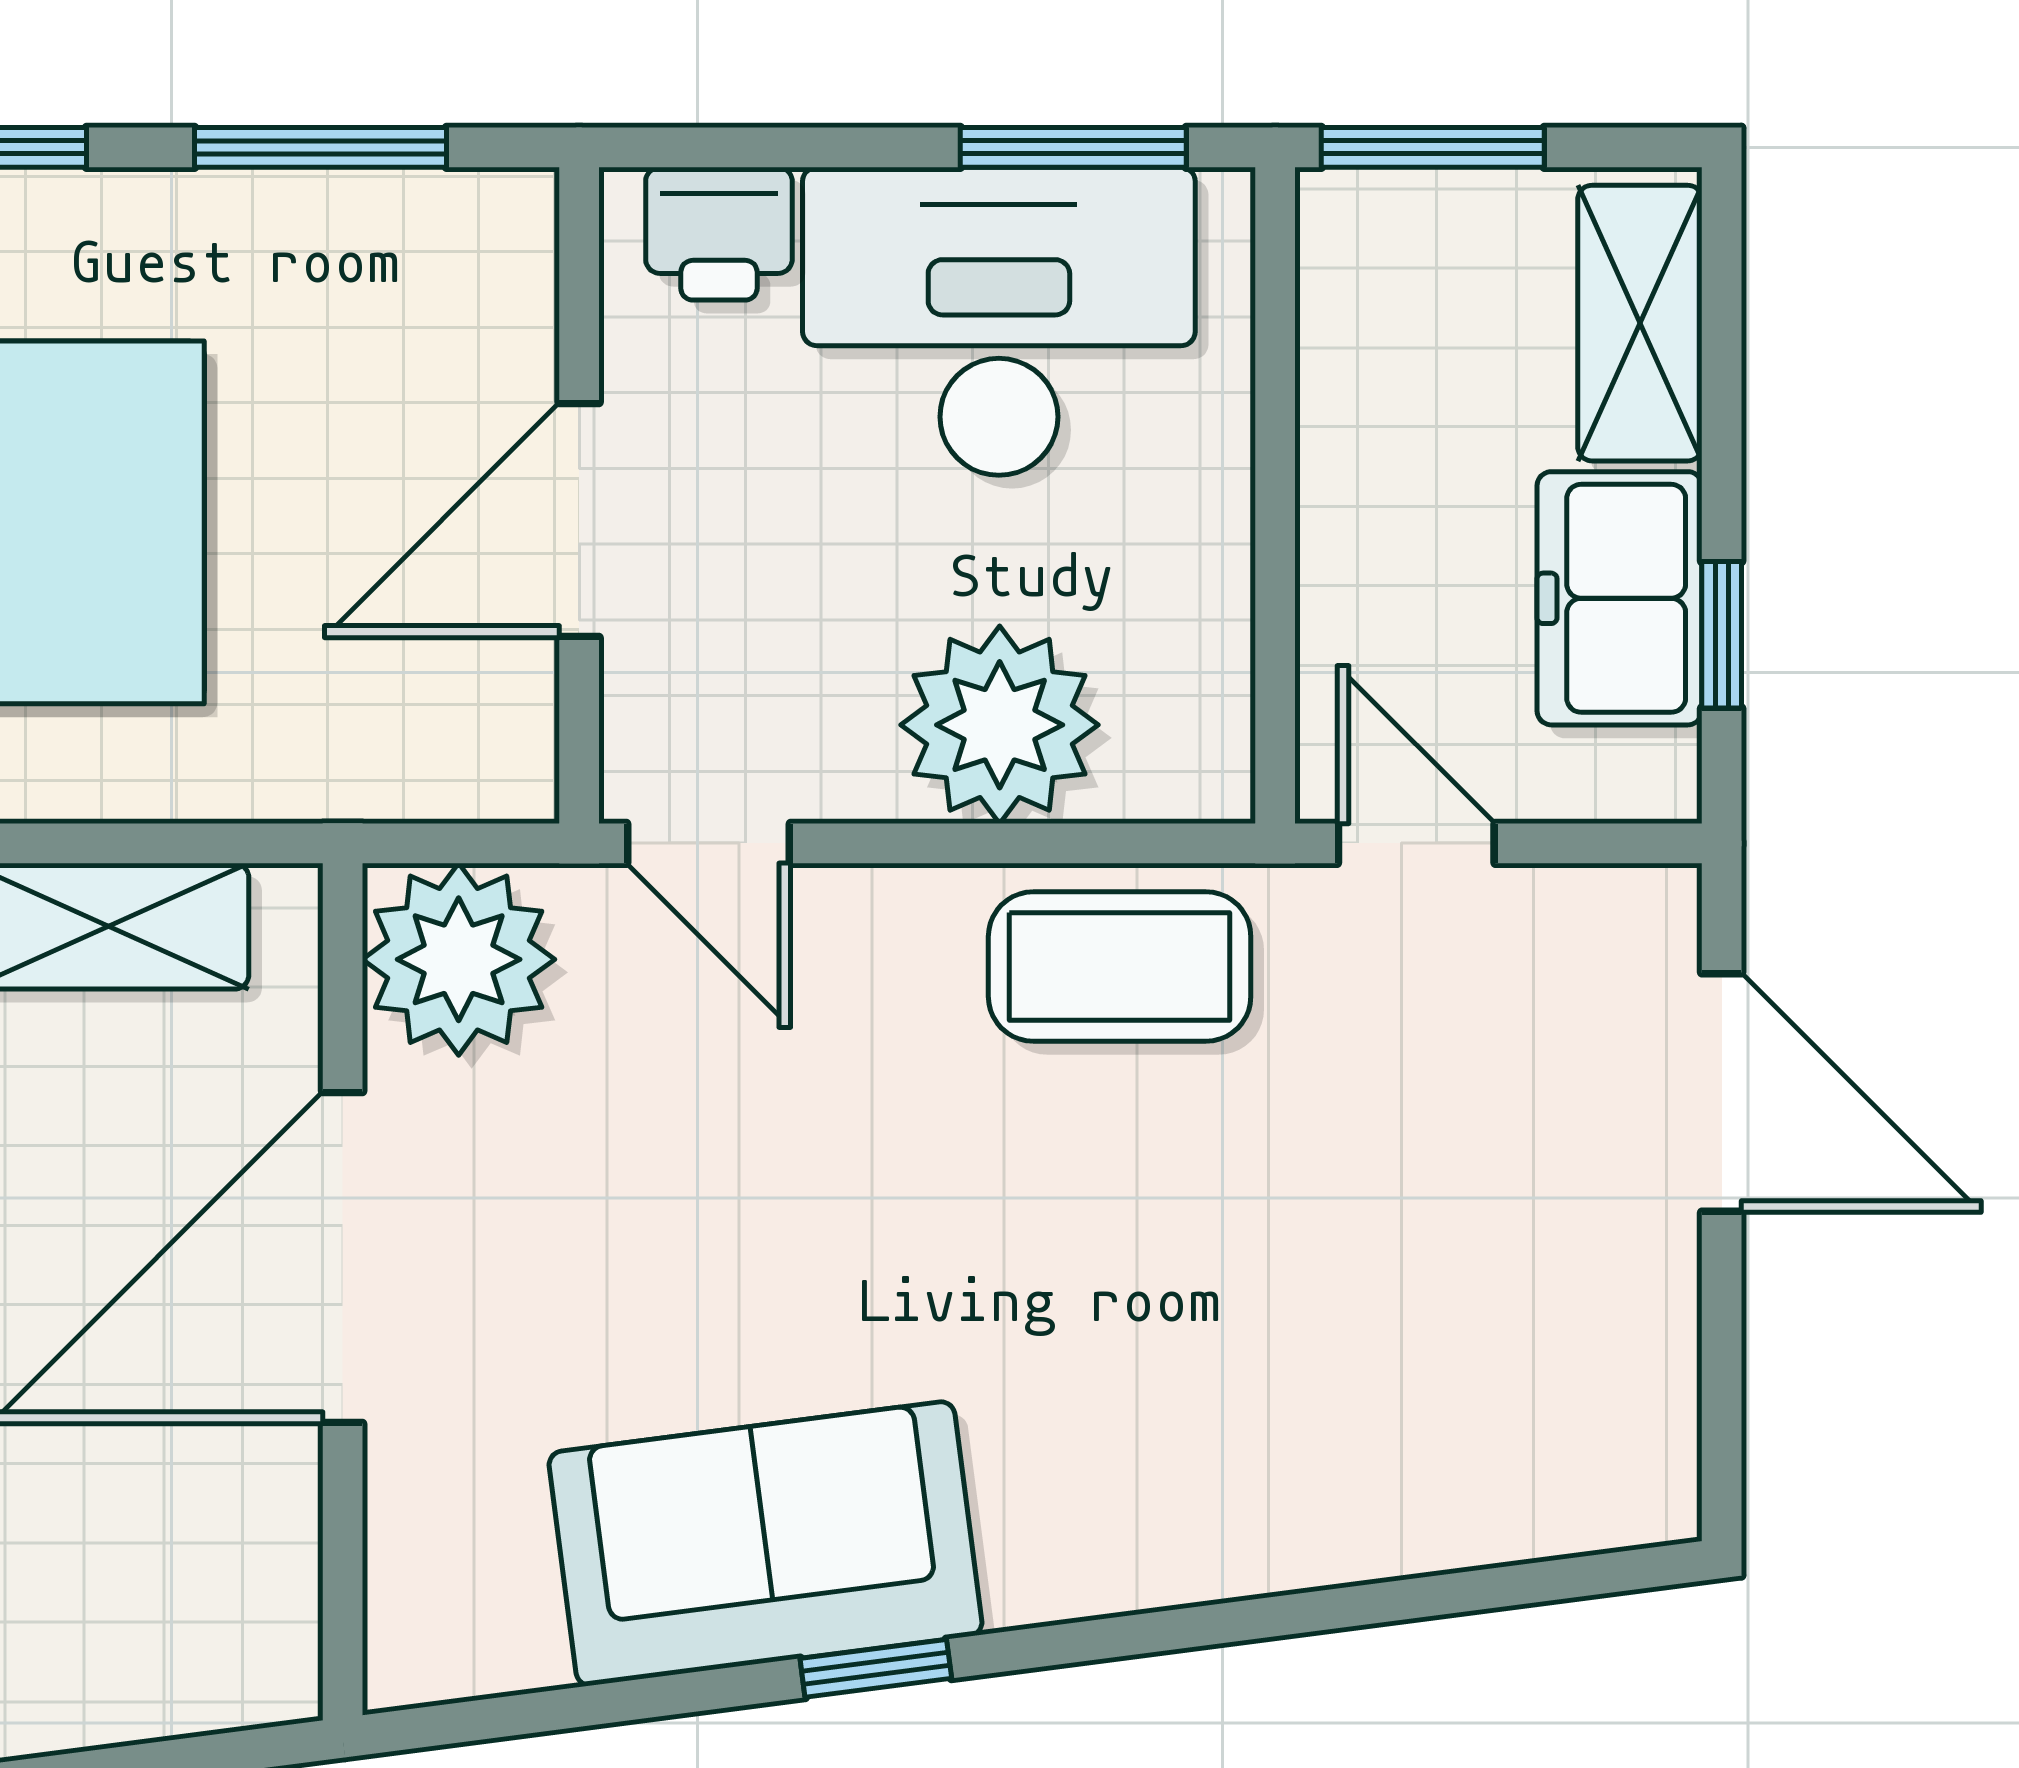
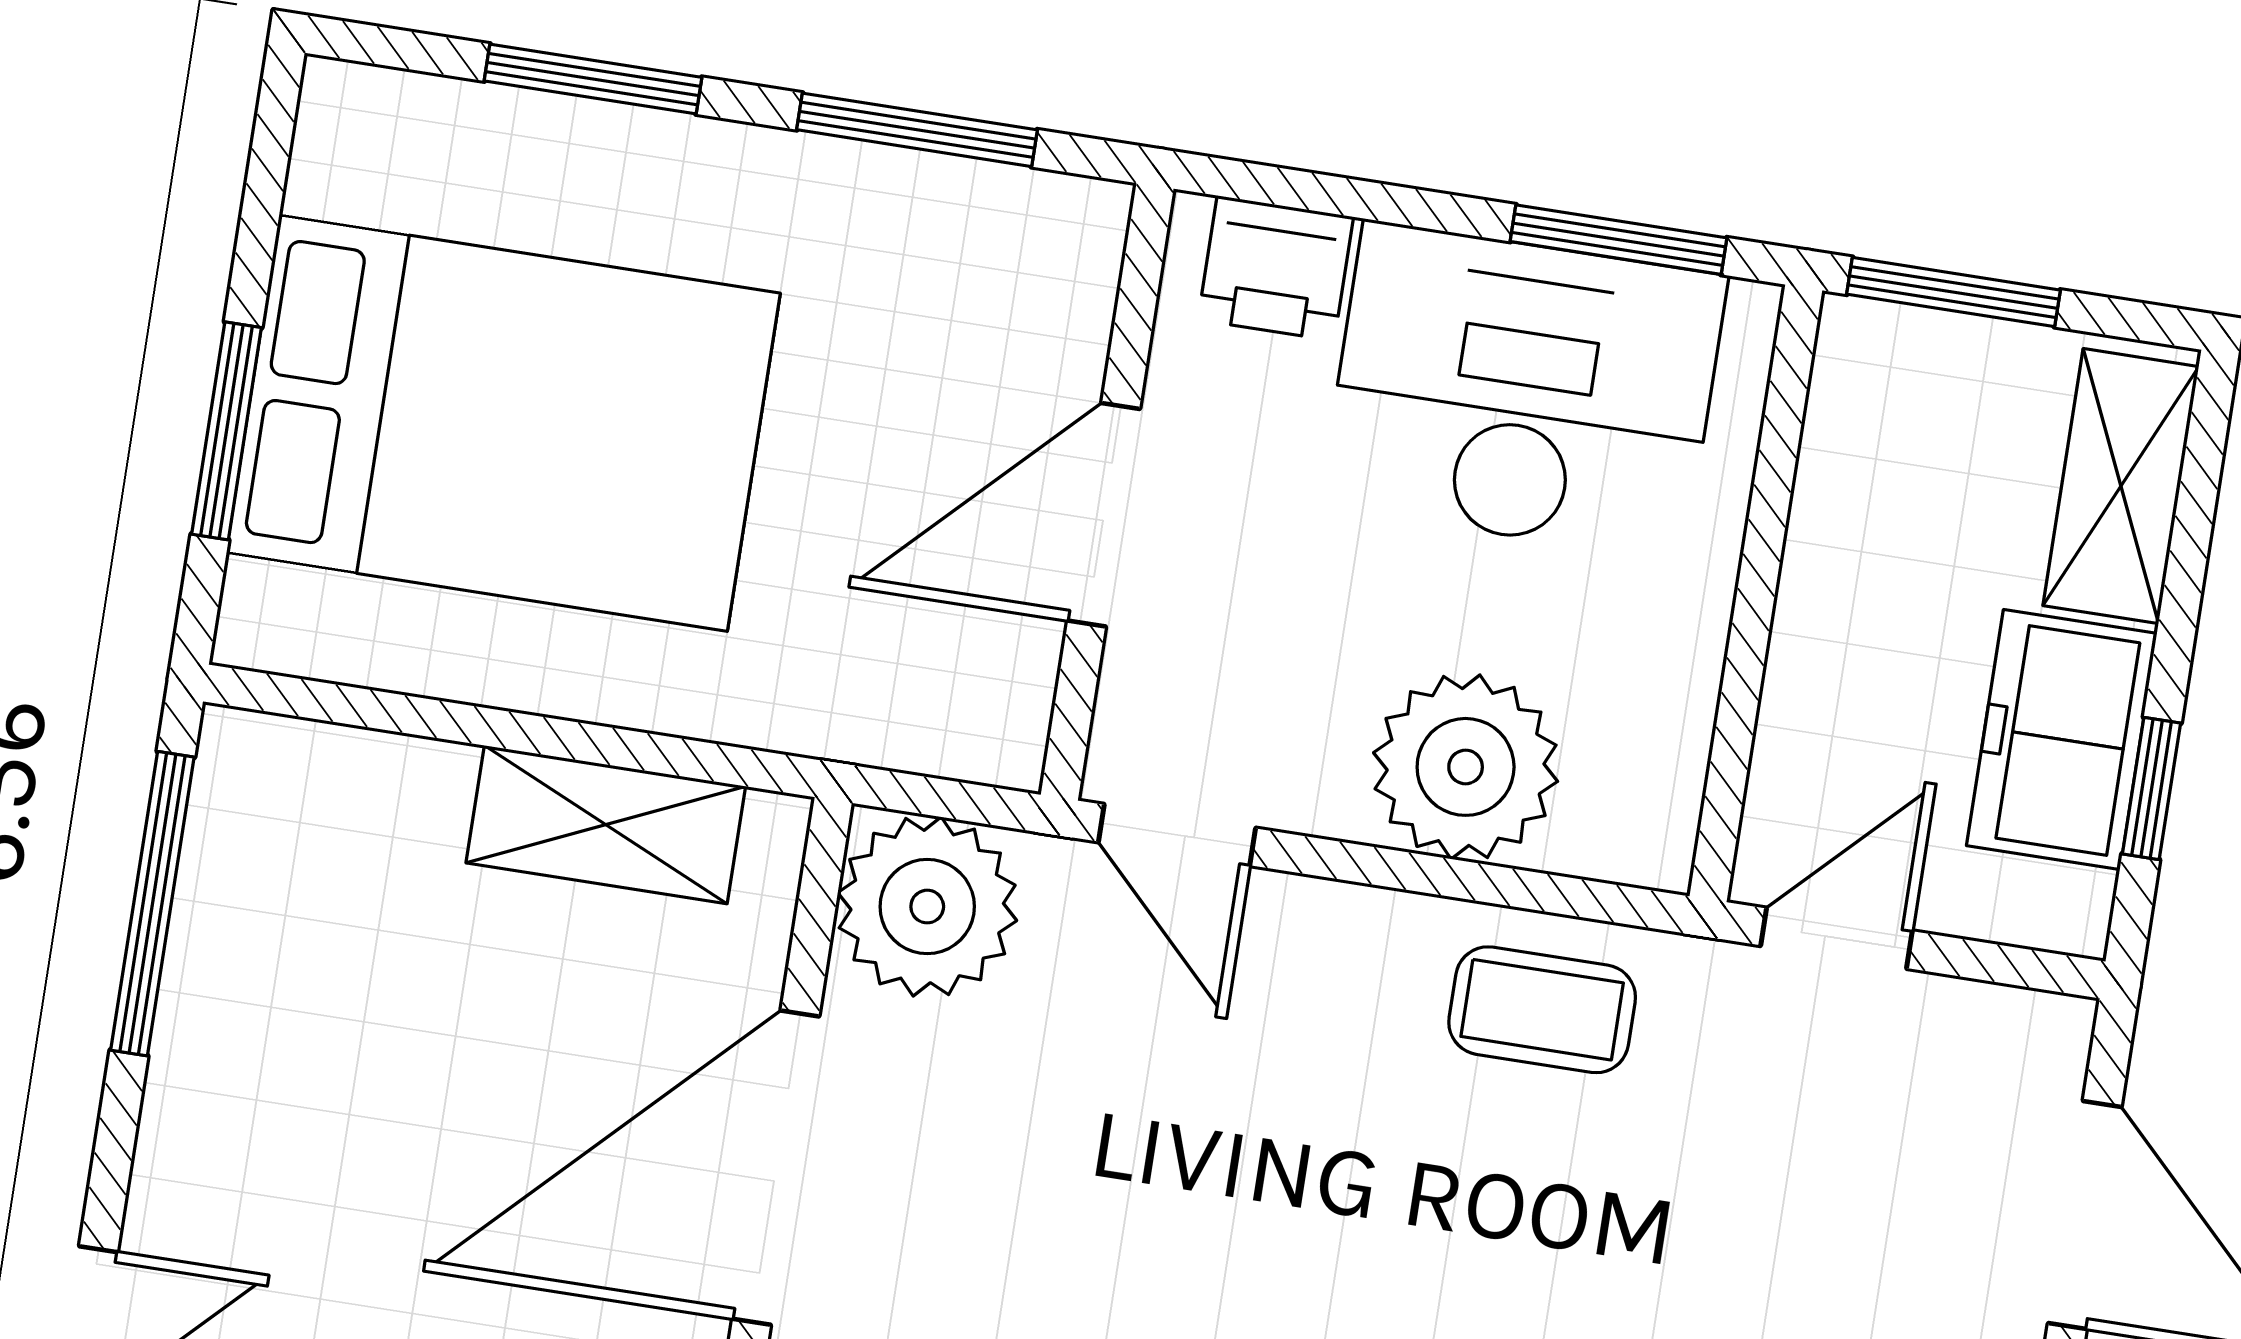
door: (1416, 843) -> (1837, 938), hinge flipped
coffee table: (1120, 967) -> (1542, 1010), width x0.73, depth x0.77

